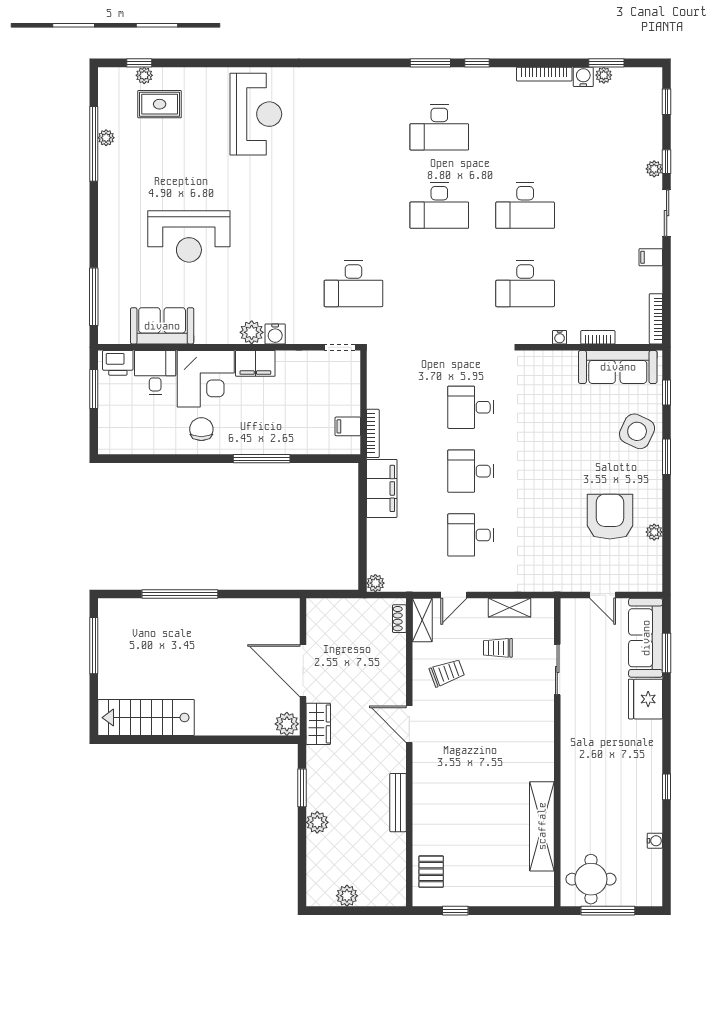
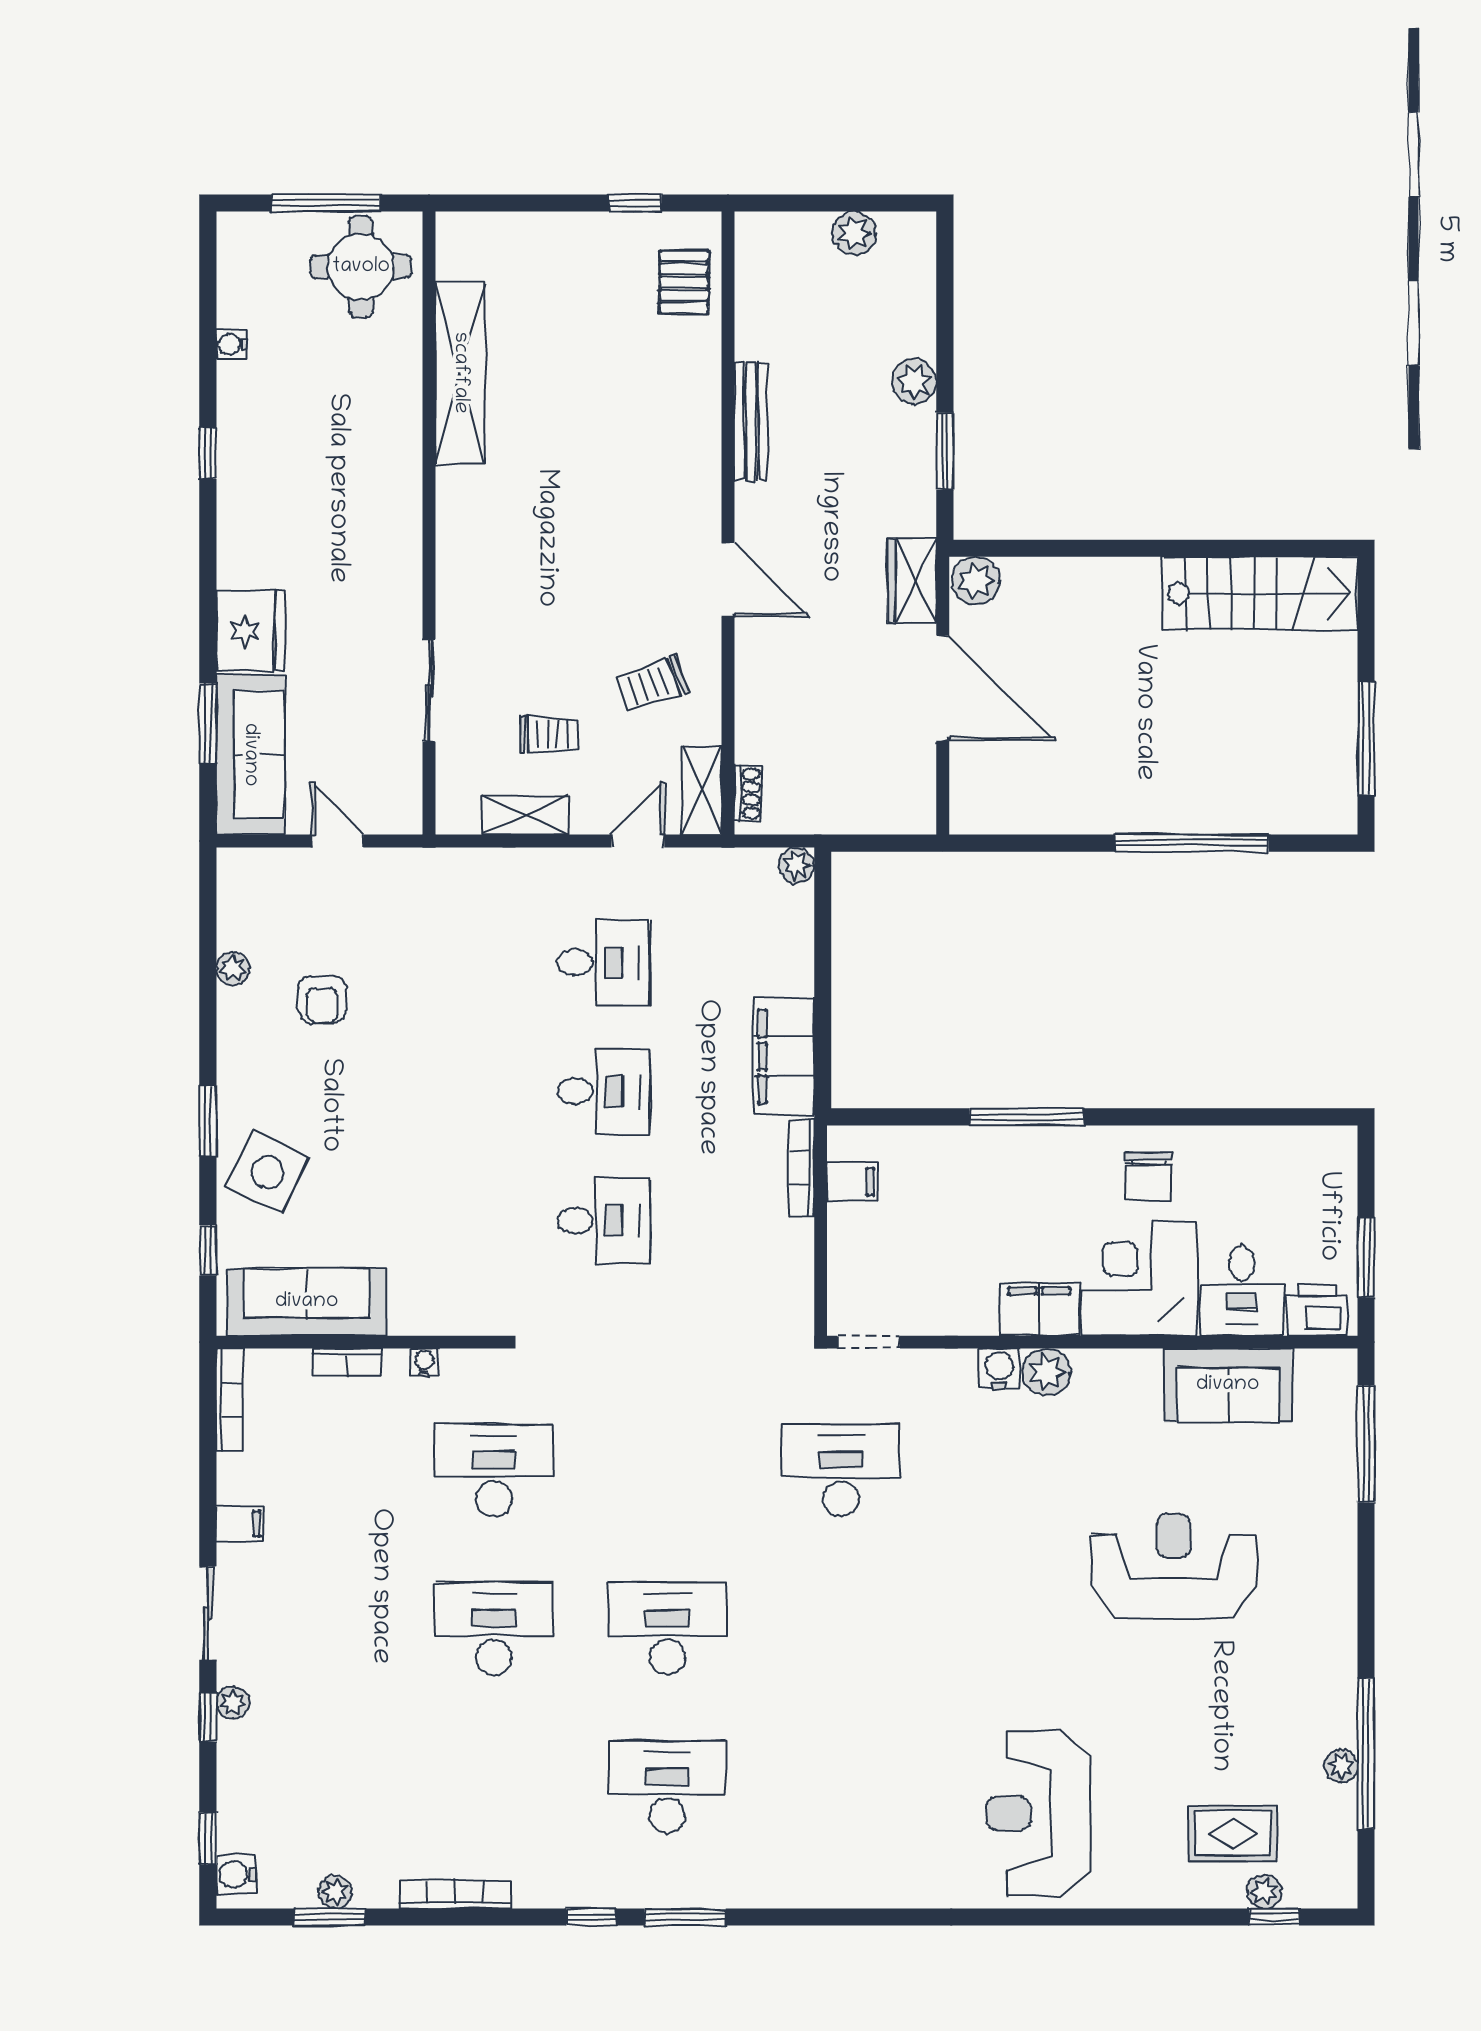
water cooler: (583, 77) -> (236, 1874), moved, turned 90
armchair: (610, 517) -> (322, 999), width x0.53, depth x0.53

